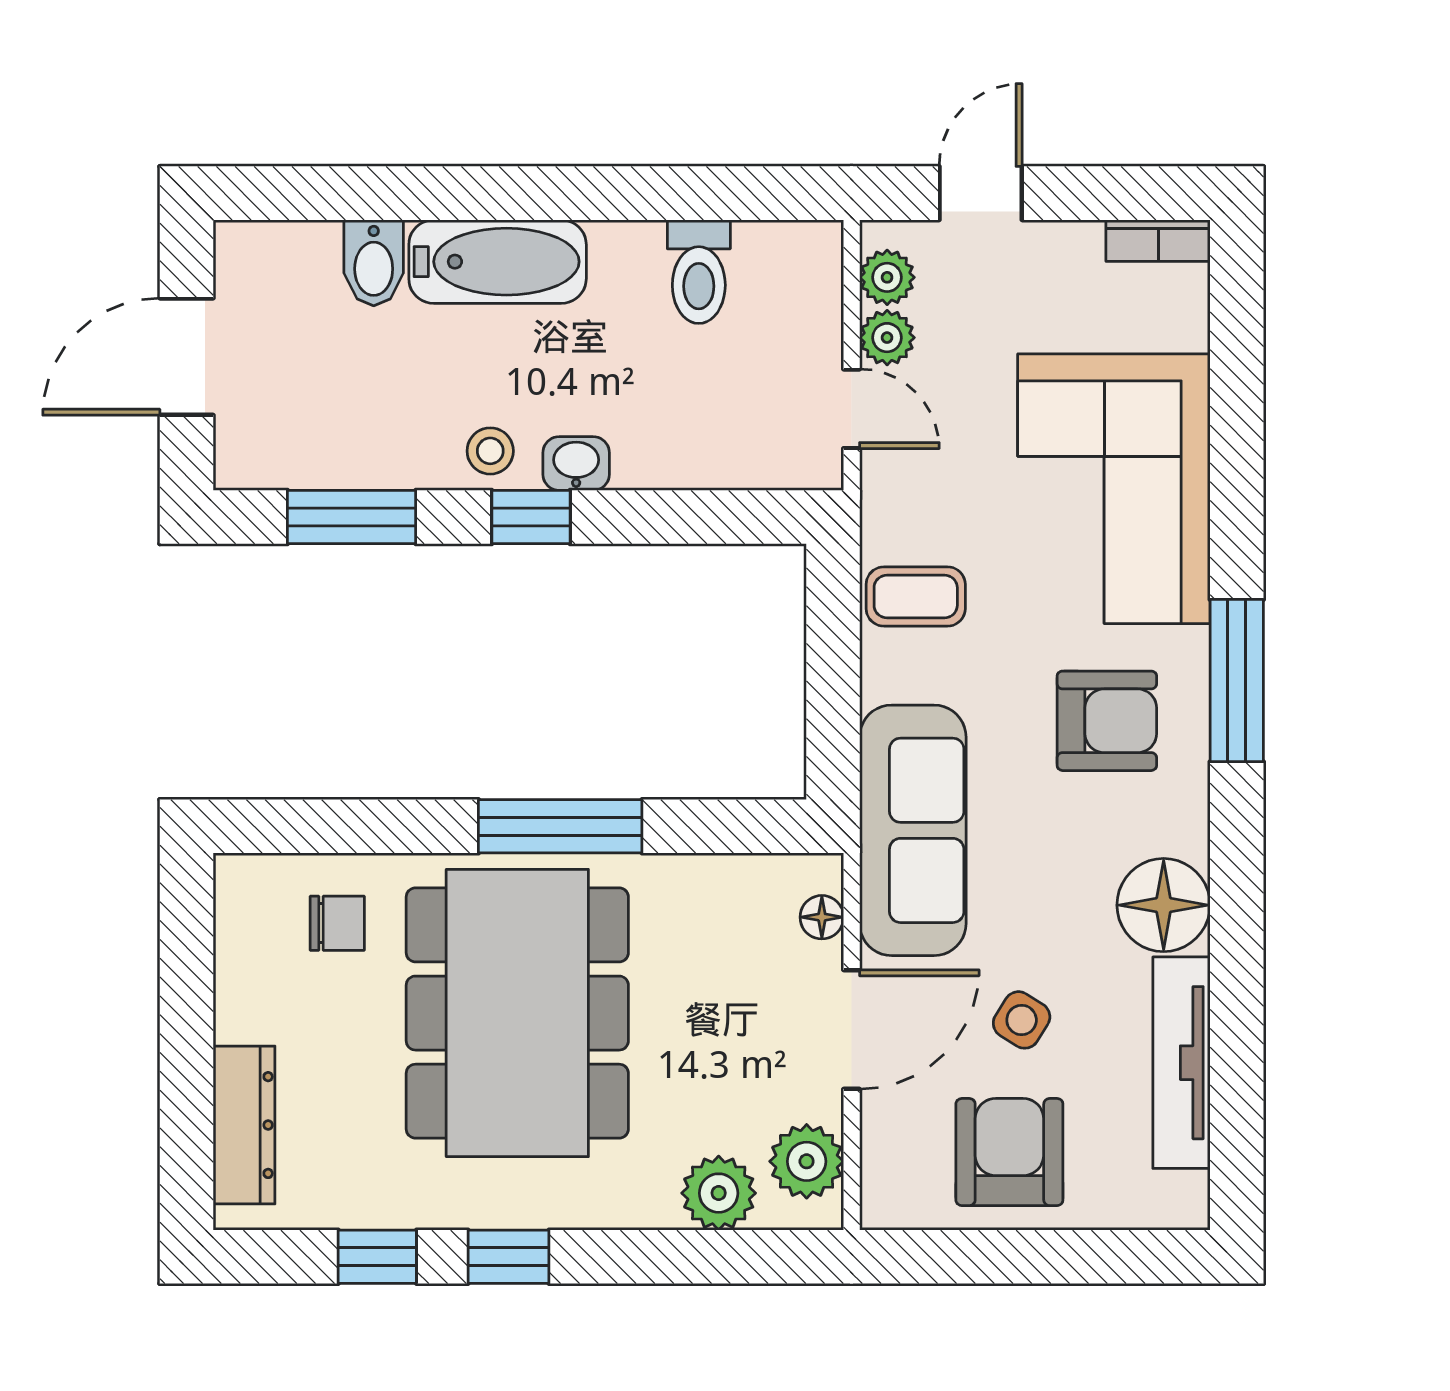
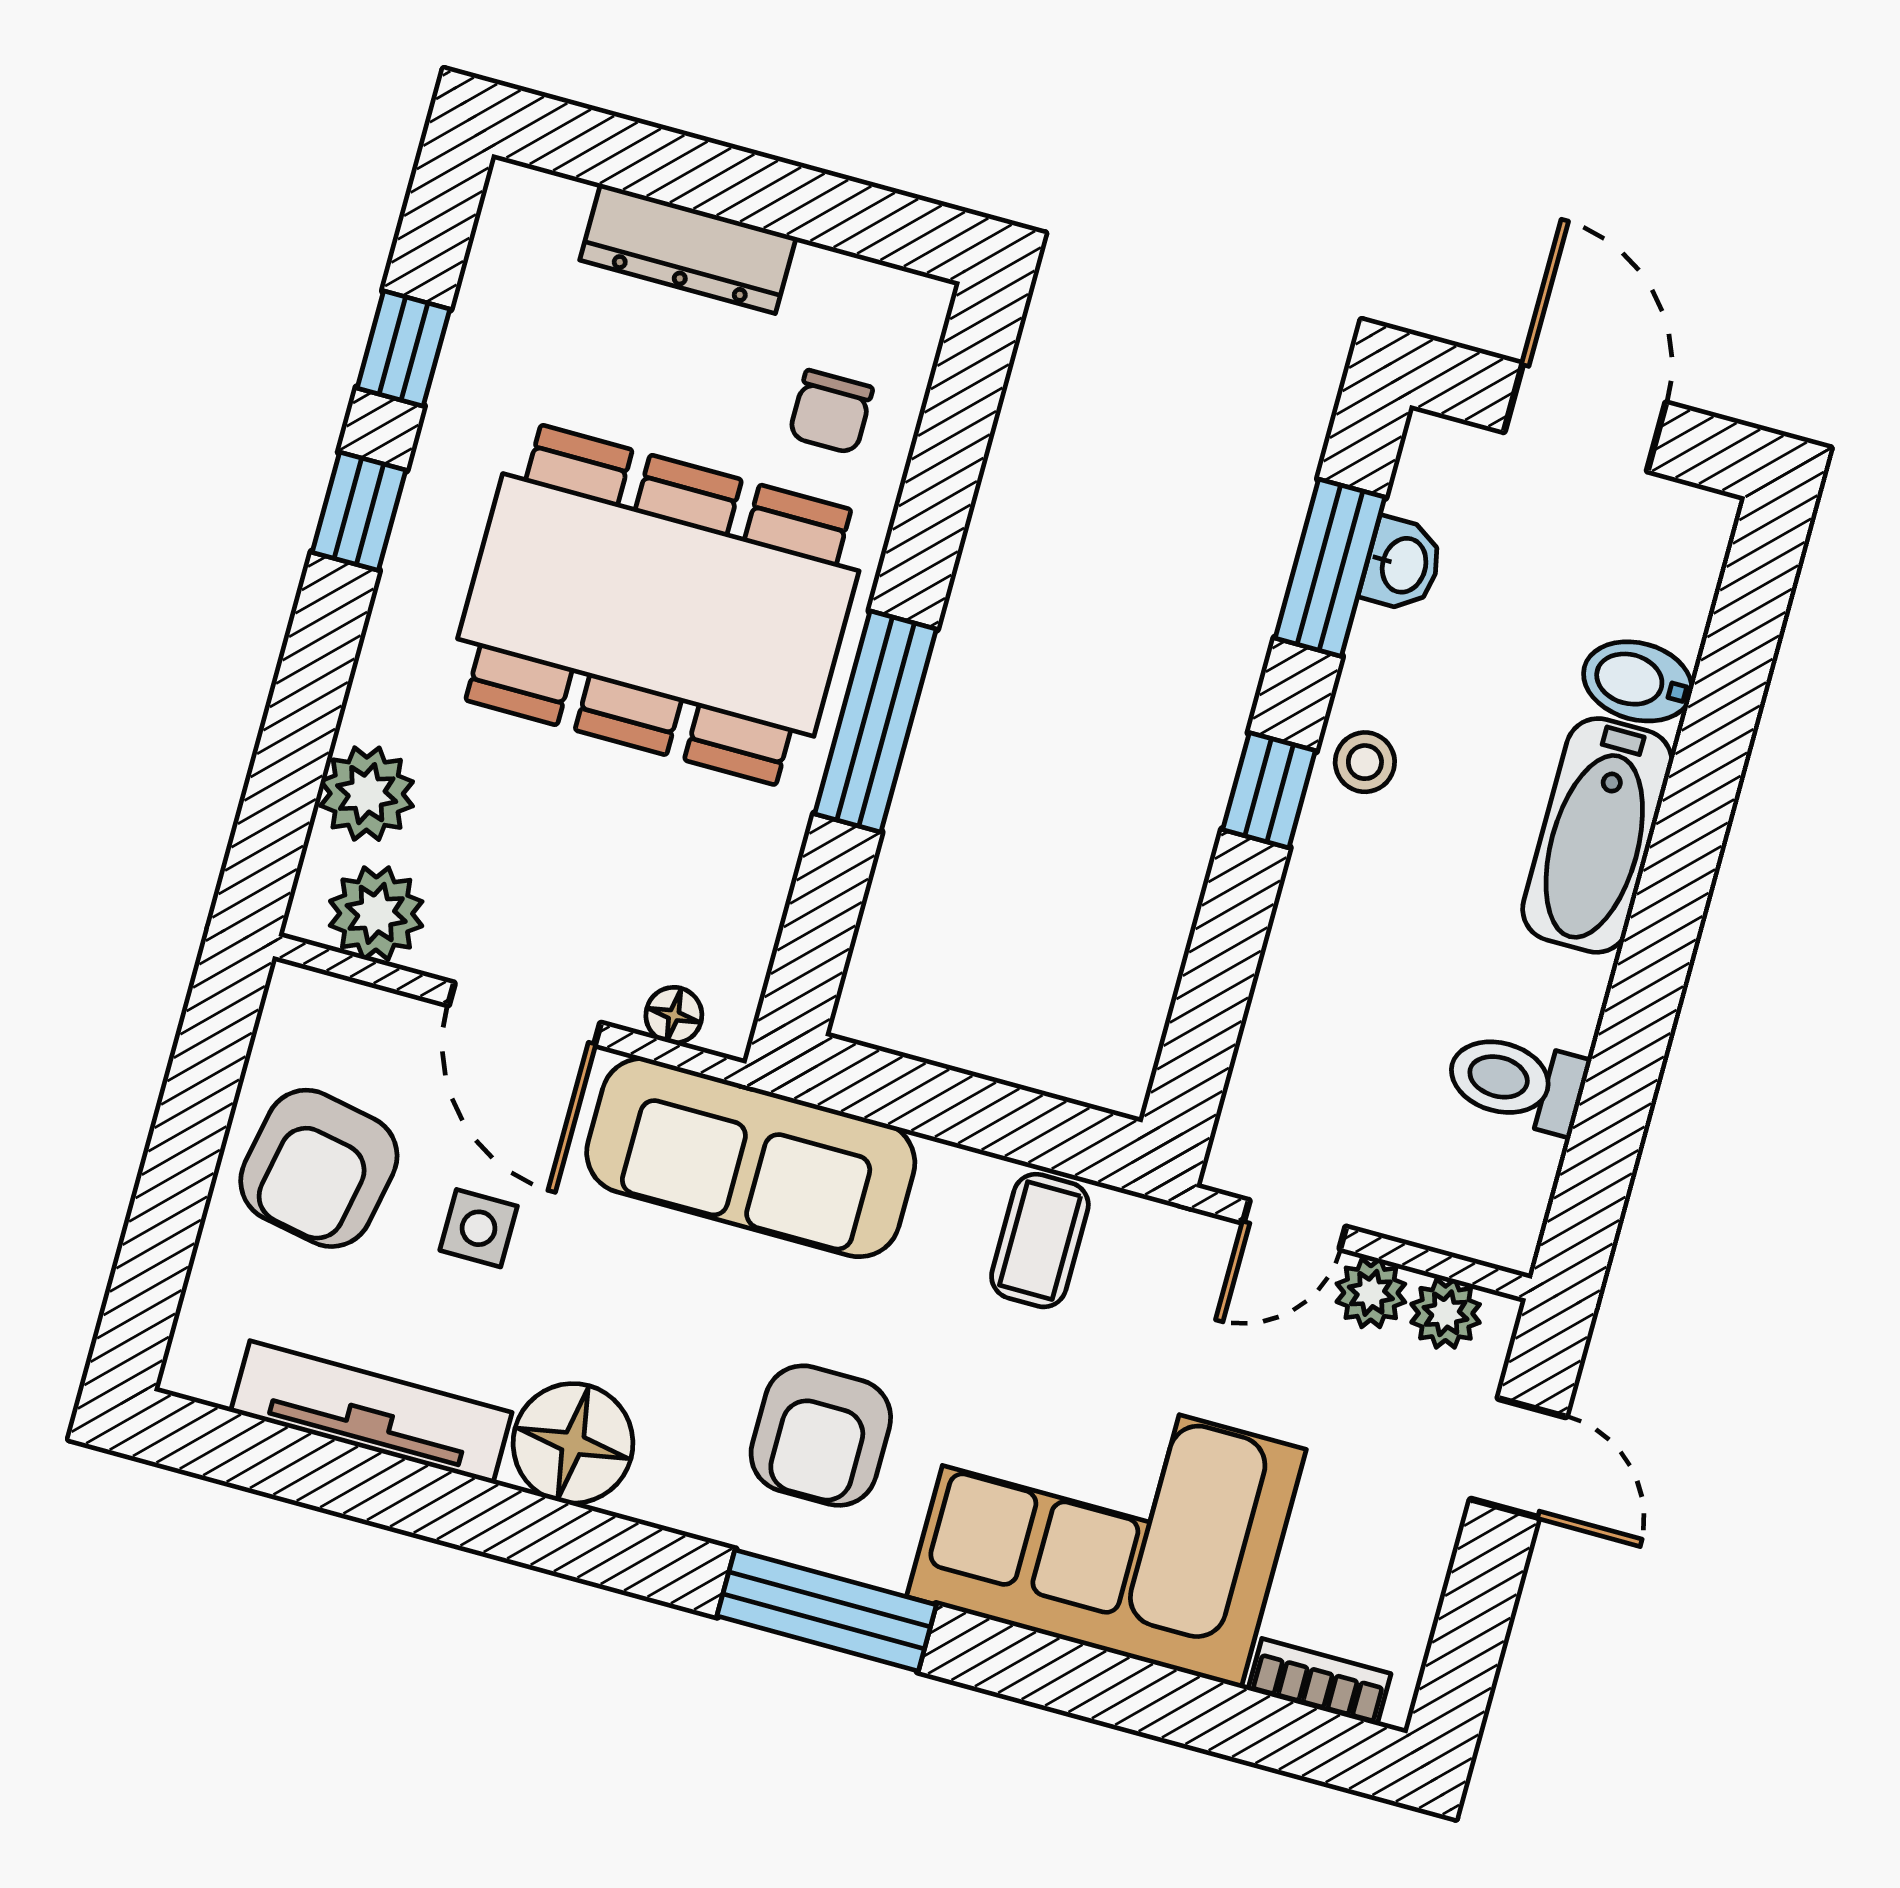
bookcase: (1158, 241) -> (1319, 1682), moved, turned 90
washbasin: (576, 464) -> (1402, 565), moved
side table: (1022, 1020) -> (479, 1228), turned -32
dresser: (244, 1125) -> (688, 249), moved
armchair: (1009, 1152) -> (319, 1168), turned 101

